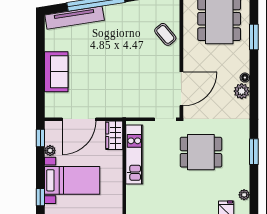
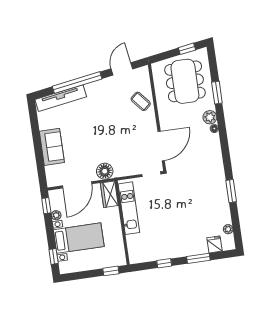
plant: (242, 91) -> (210, 117), moved
floor lamp: (113, 108) -> (105, 171), added
dining table: (201, 152) -> (186, 198), removed

